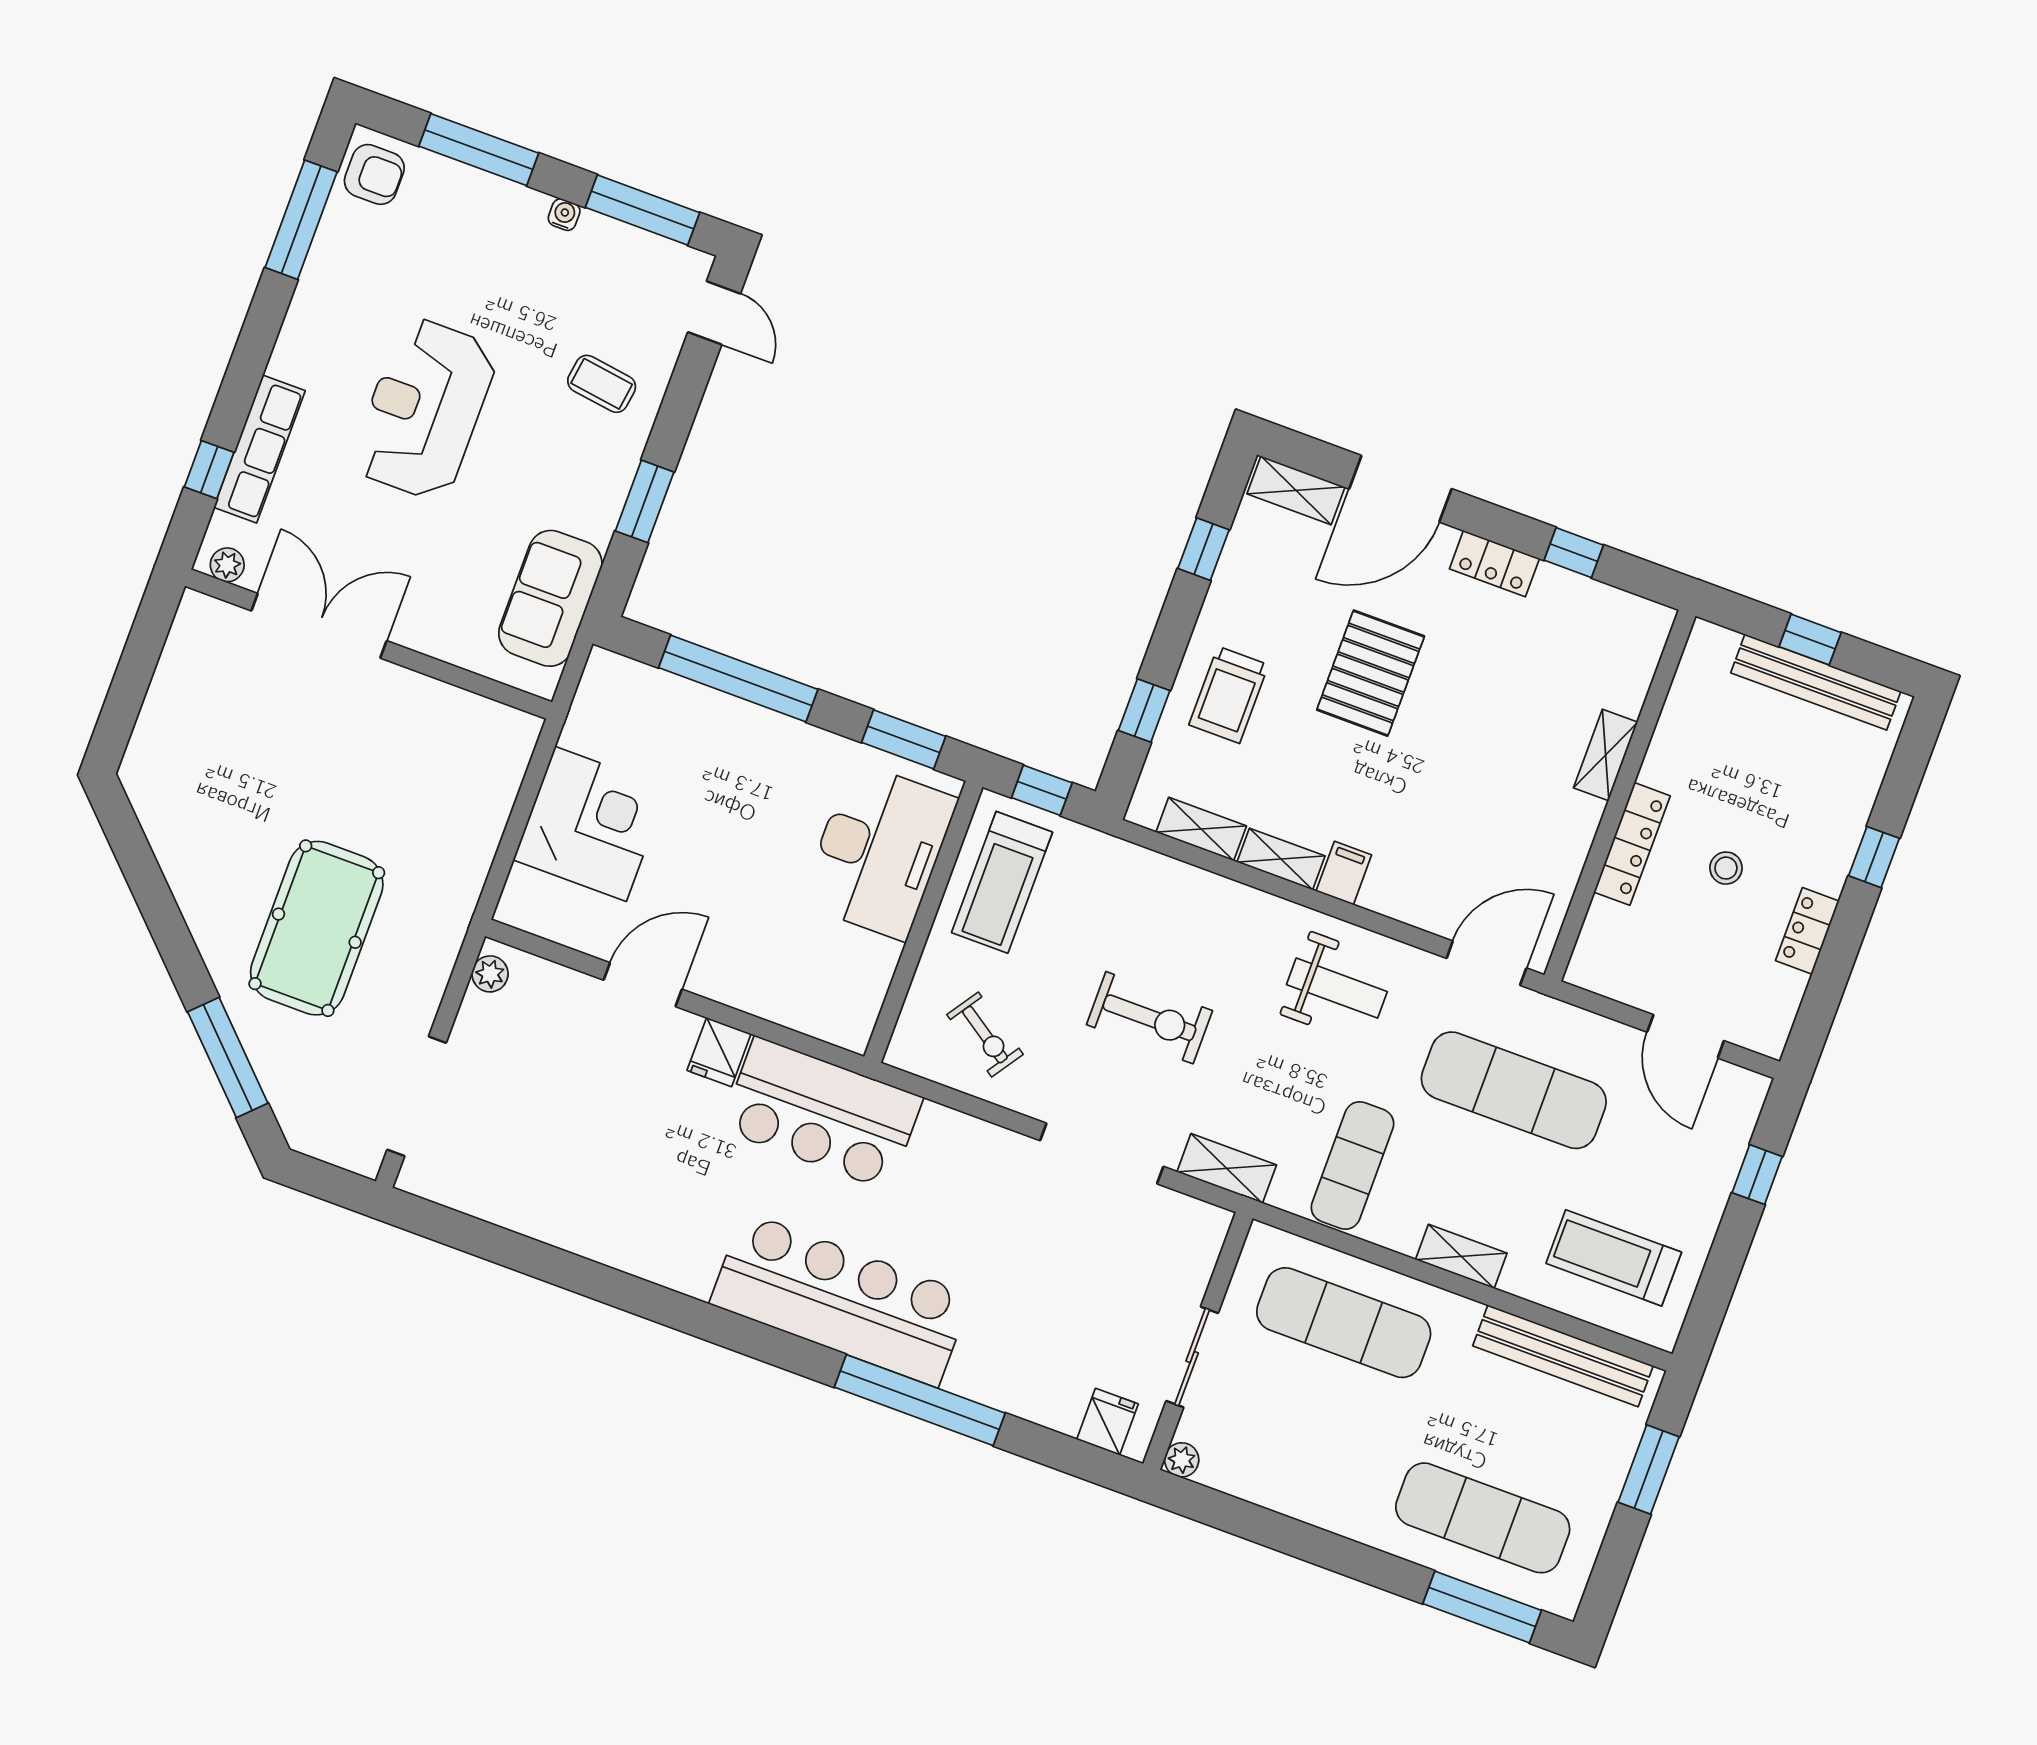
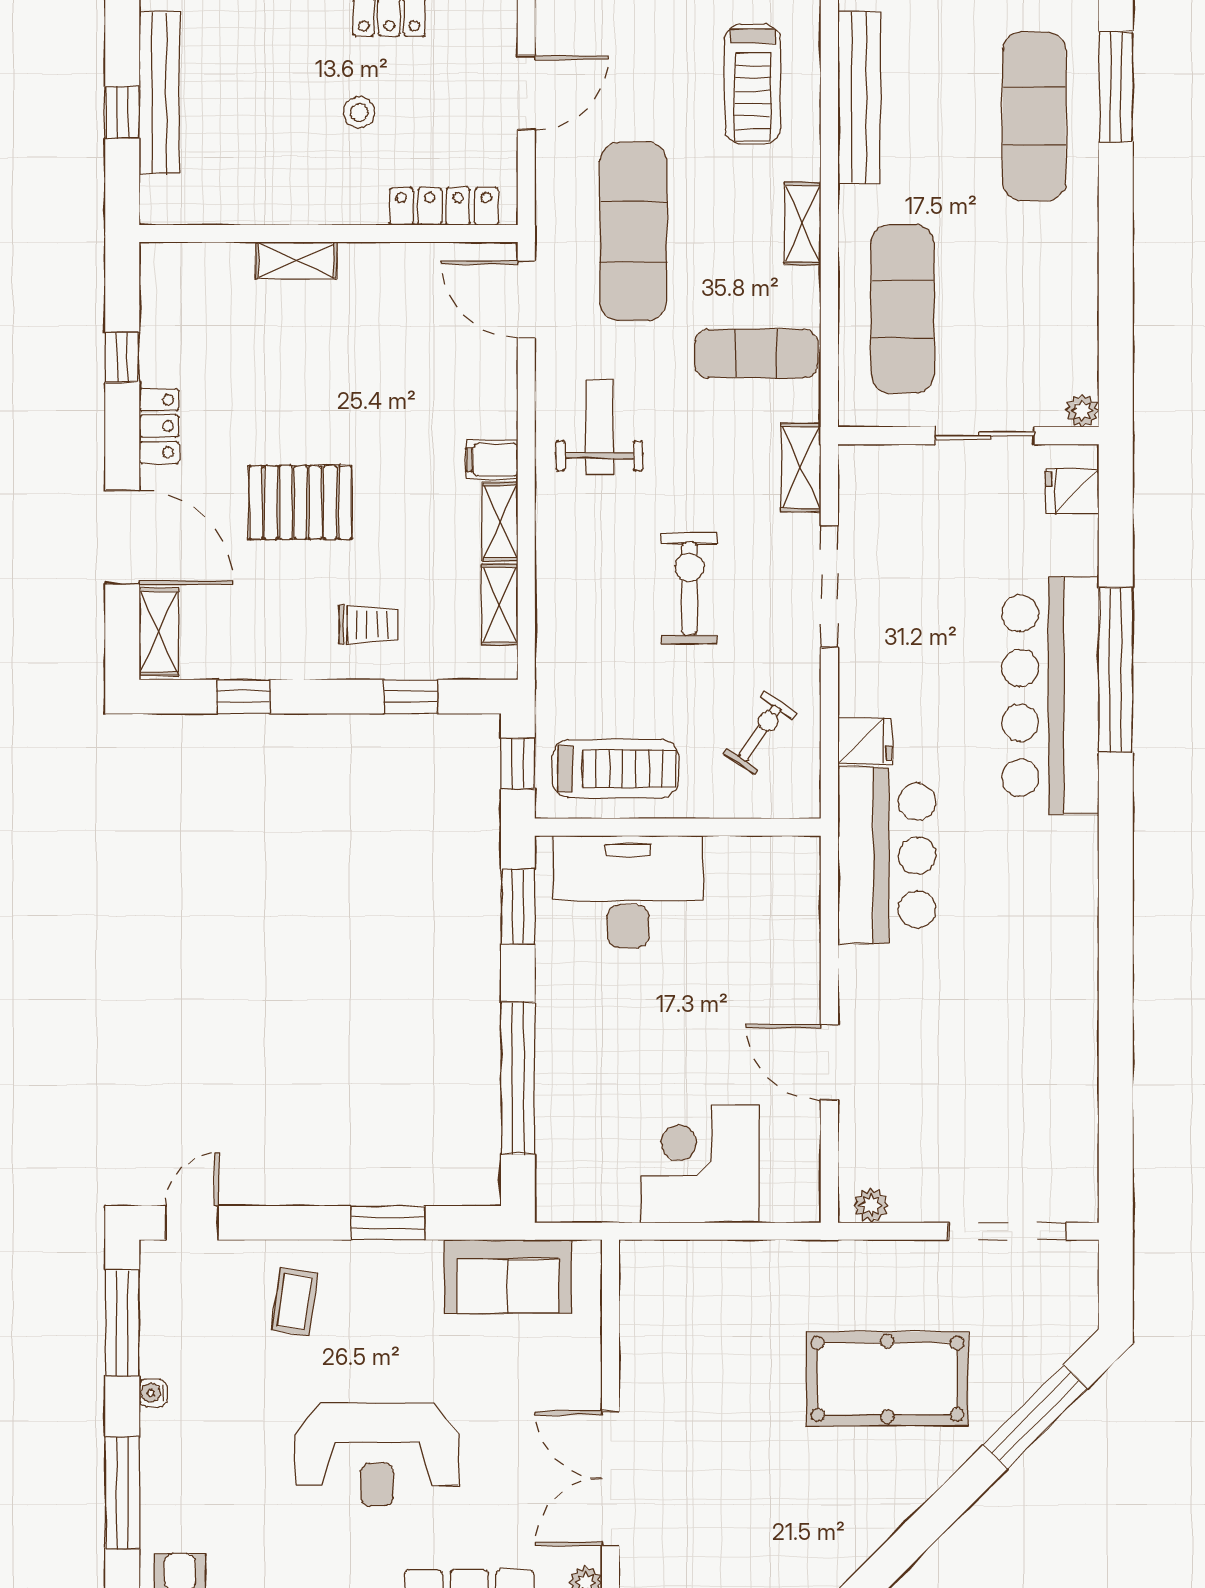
trolley: (1229, 695) -> (368, 625), width x0.73, depth x0.72
locker: (1632, 844) -> (444, 206), moved
fridge: (719, 1052) -> (865, 741), moved
bar counter: (840, 1299) -> (1050, 695), moved

